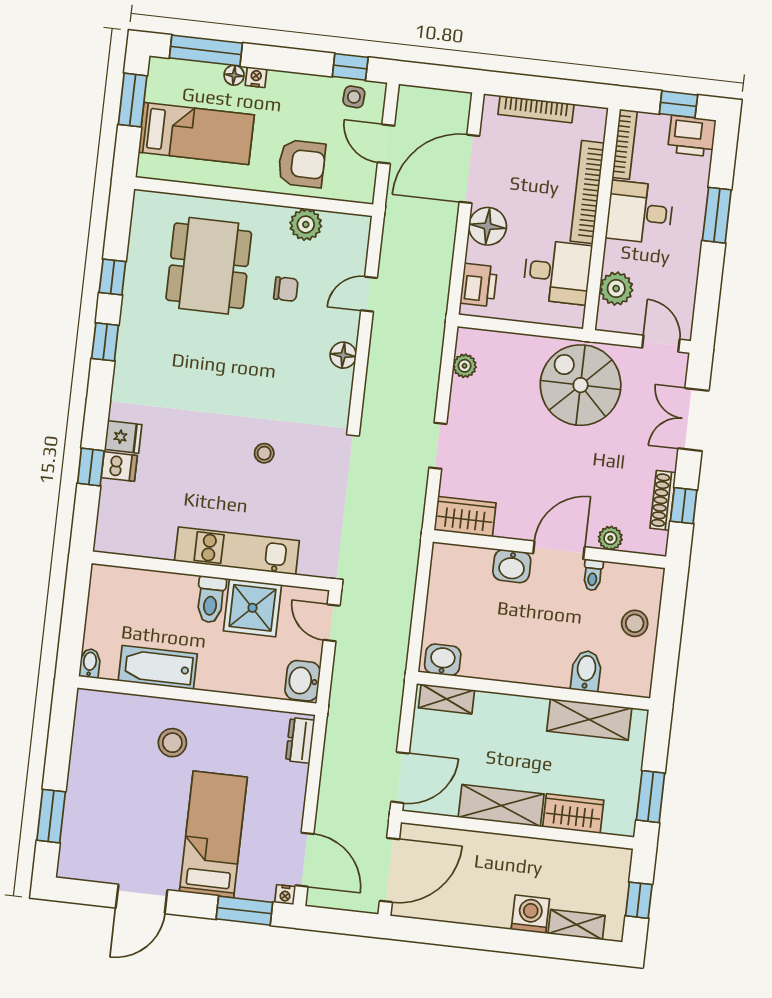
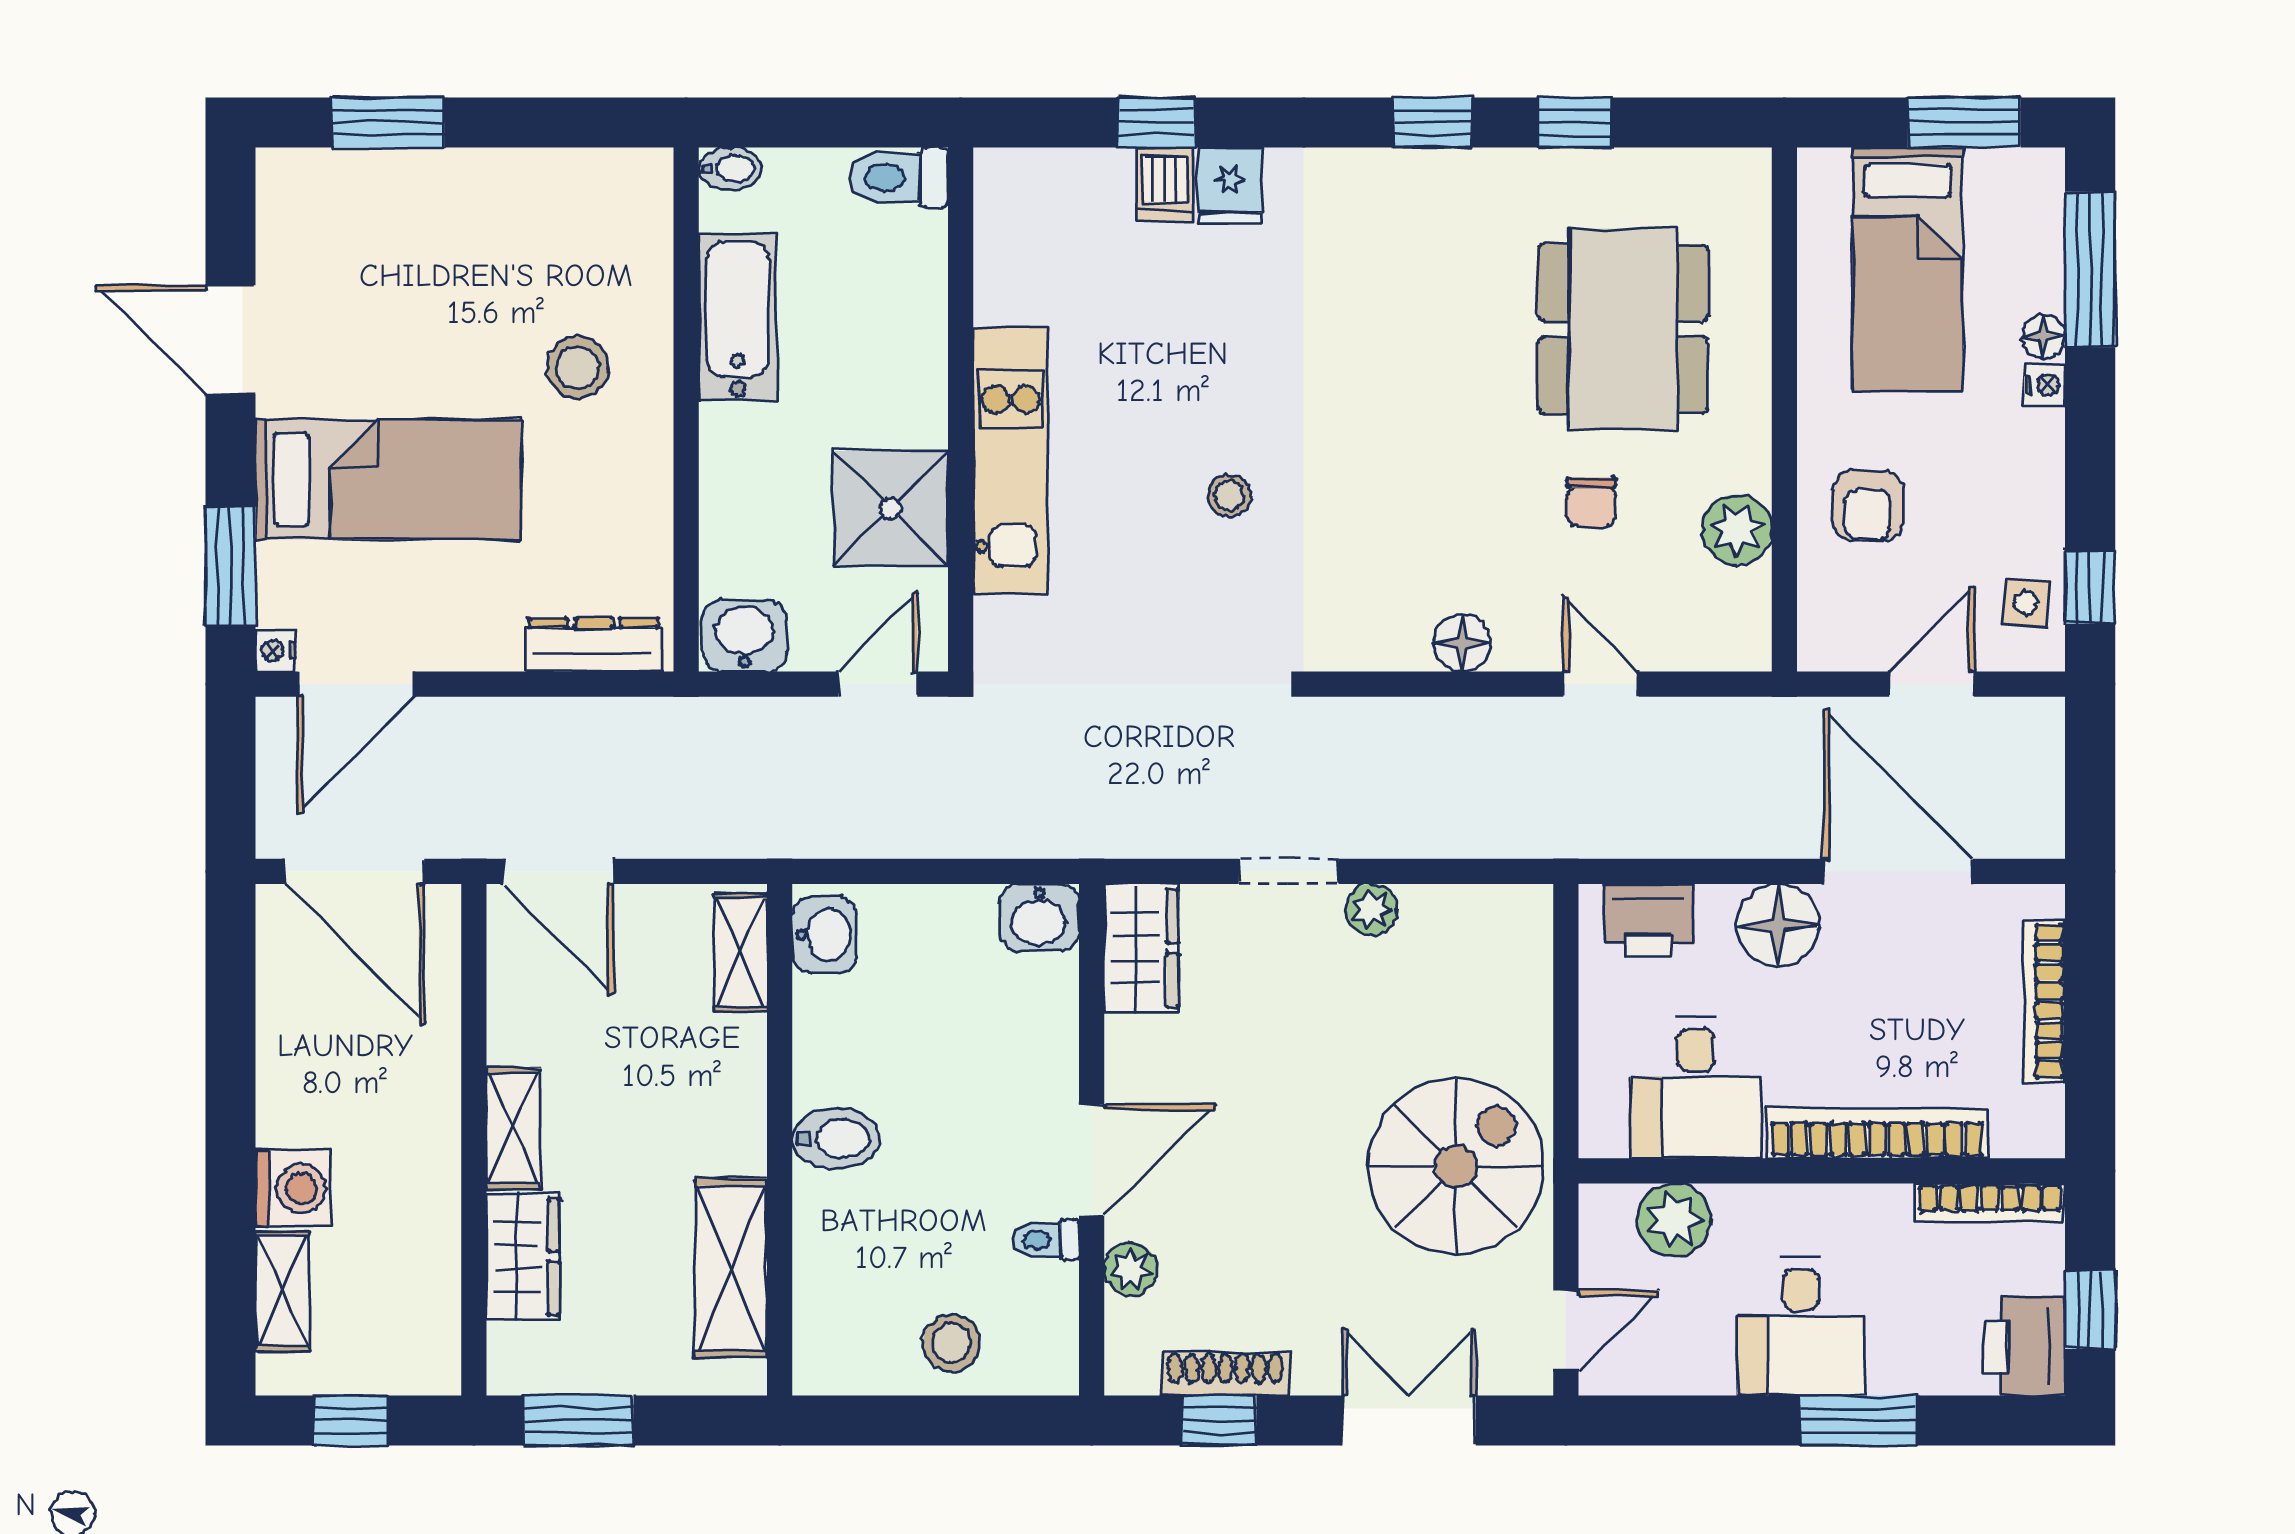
armchair: (302, 164) -> (1868, 506), width x0.72, depth x0.72
desk: (640, 212) -> (1801, 1327), moved, turned 180
dining table: (209, 266) -> (1623, 329), turned 90
plant: (465, 366) -> (1371, 910), moved
door: (559, 550) -> (1092, 1160), hinge flipped
washbasin: (512, 566) -> (1039, 918), moved, turned -90
toilet: (211, 599) -> (898, 178), moved
bidet: (586, 671) -> (836, 1139), moved
dresser: (300, 740) -> (594, 645), width x1.44
shelving: (501, 806) -> (513, 1128), width x0.67, depth x0.75

